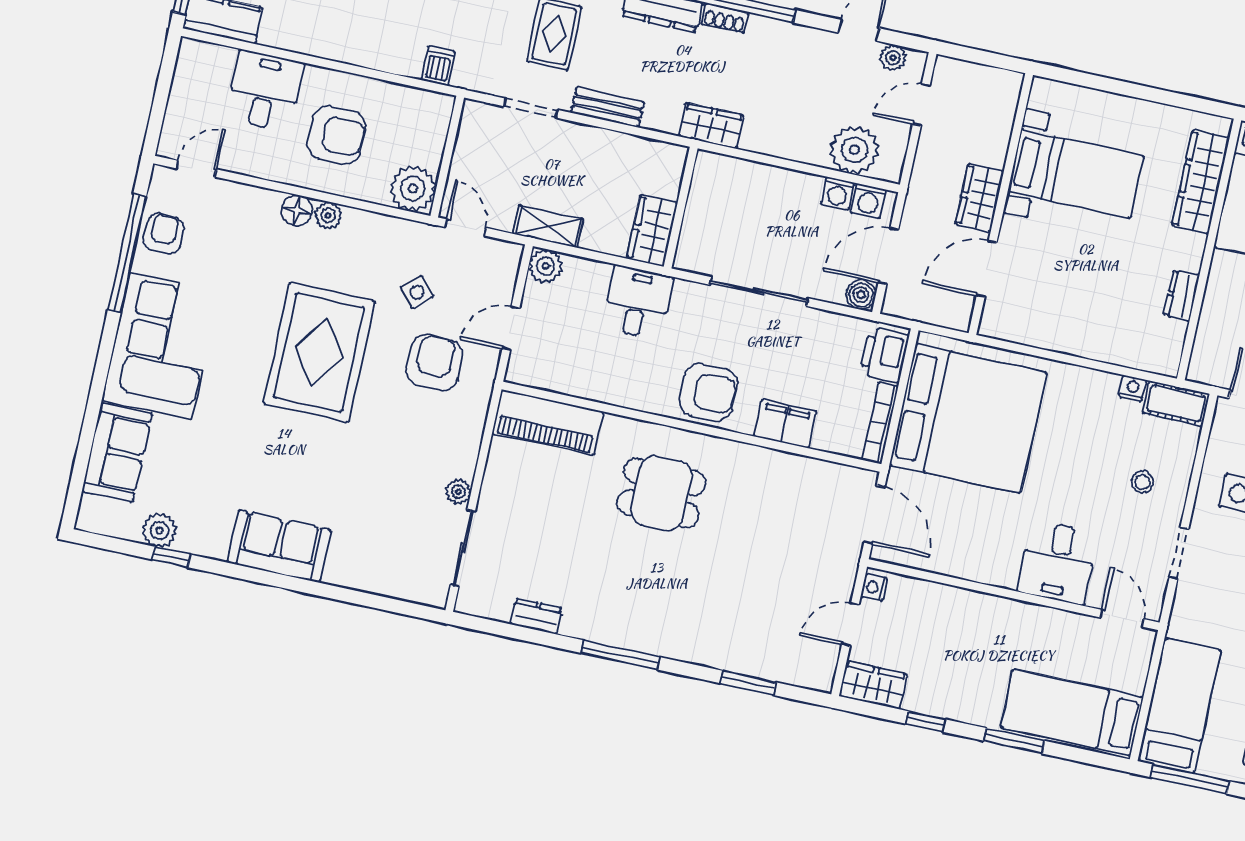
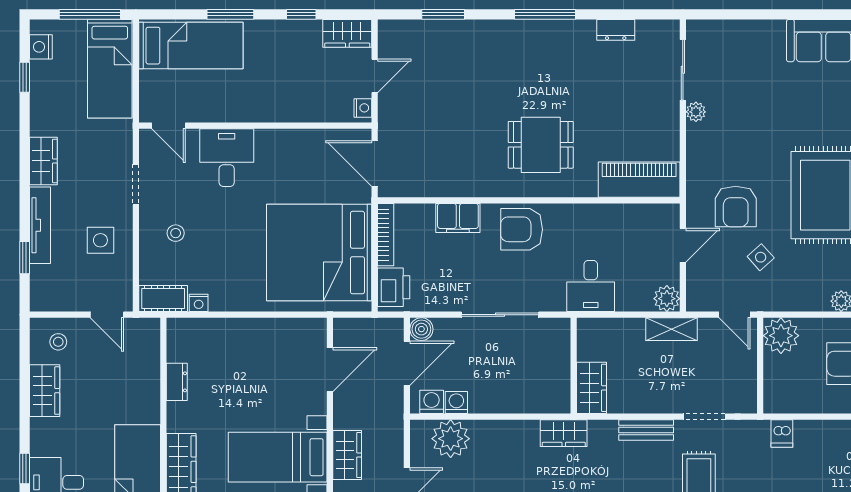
wardrobe: (980, 198) -> (347, 455), moved
wardrobe: (652, 230) -> (591, 388), moved

